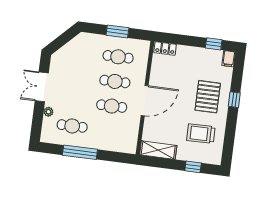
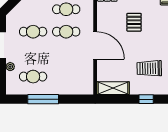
pallet: (208, 97) -> (134, 22), moved, width x0.67, depth x0.71
door: (145, 101) -> (95, 45), hinge flipped
cafe table: (112, 106) -> (33, 32), moved

